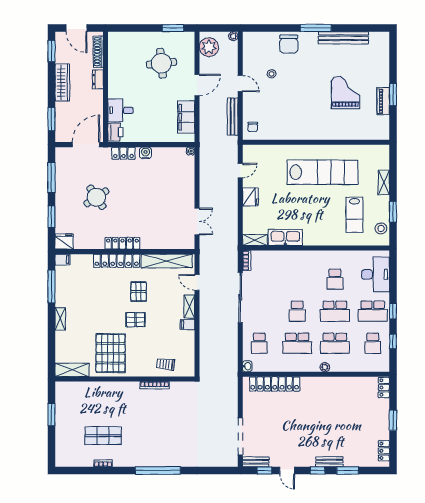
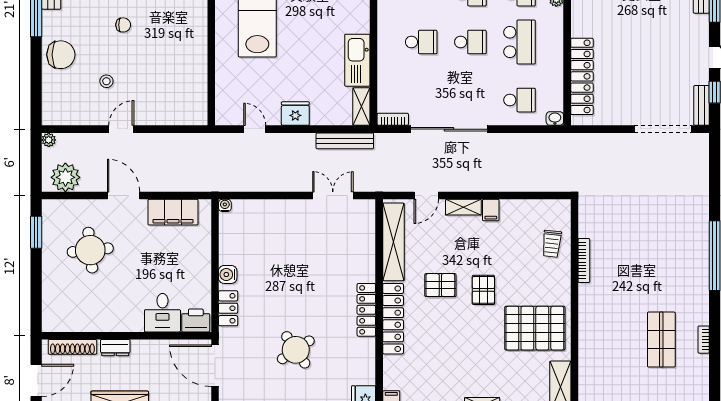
bench: (233, 117) -> (345, 141), moved
chair: (253, 127) -> (123, 25), moved
school desk: (297, 279) -> (421, 42), added

